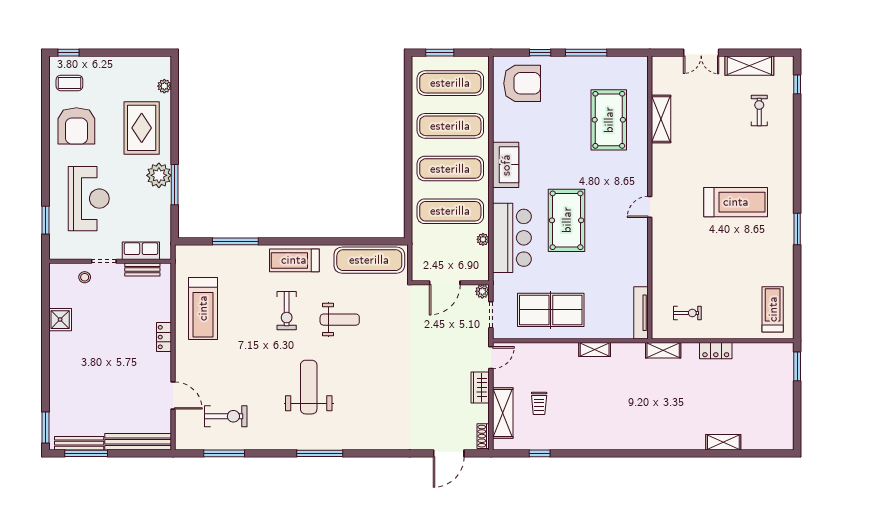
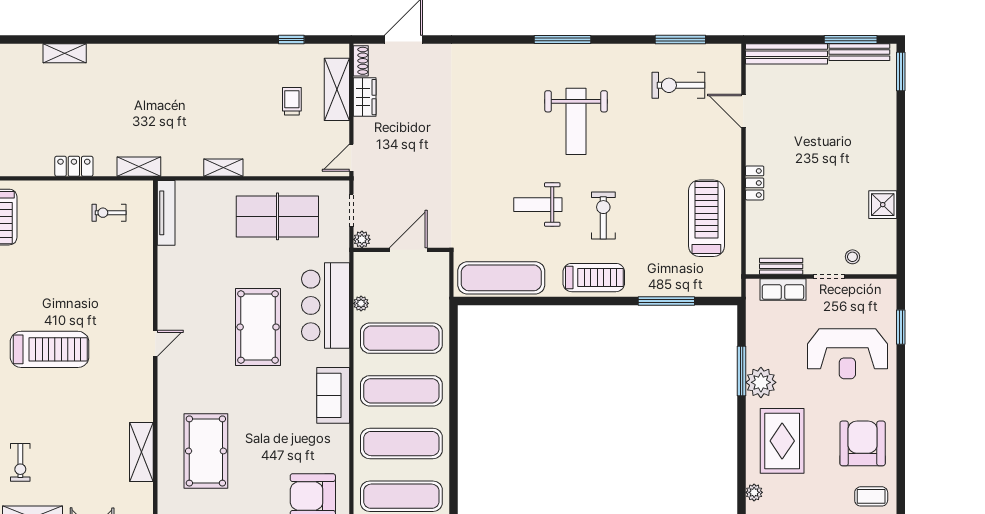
reception desk: (89, 199) -> (847, 354), turned -90
treadmill: (736, 202) -> (50, 349), turned 180
wardrobe: (480, 387) -> (365, 97), moved

